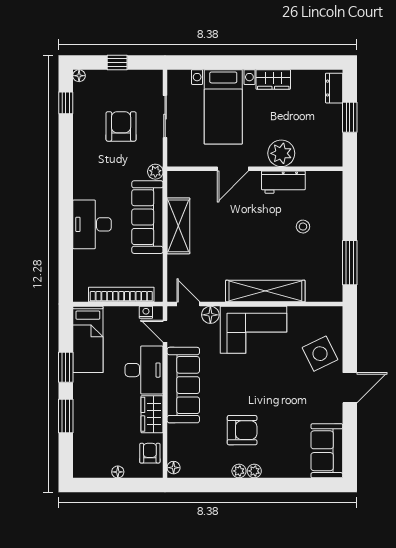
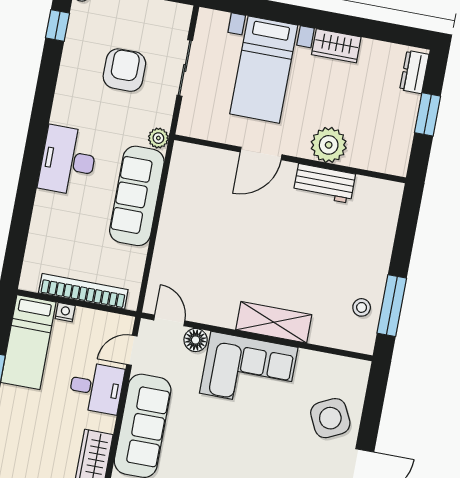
desk: (92, 224) -> (68, 161), moved
shelving: (178, 226) -> (175, 215), removed
stool: (303, 227) -> (362, 307), moved
shelving: (265, 291) -> (274, 322), width x0.68
nightstand: (146, 312) -> (65, 312), moved
door: (165, 331) -> (132, 350), hinge flipped
desk: (144, 370) -> (96, 388), width x0.73

